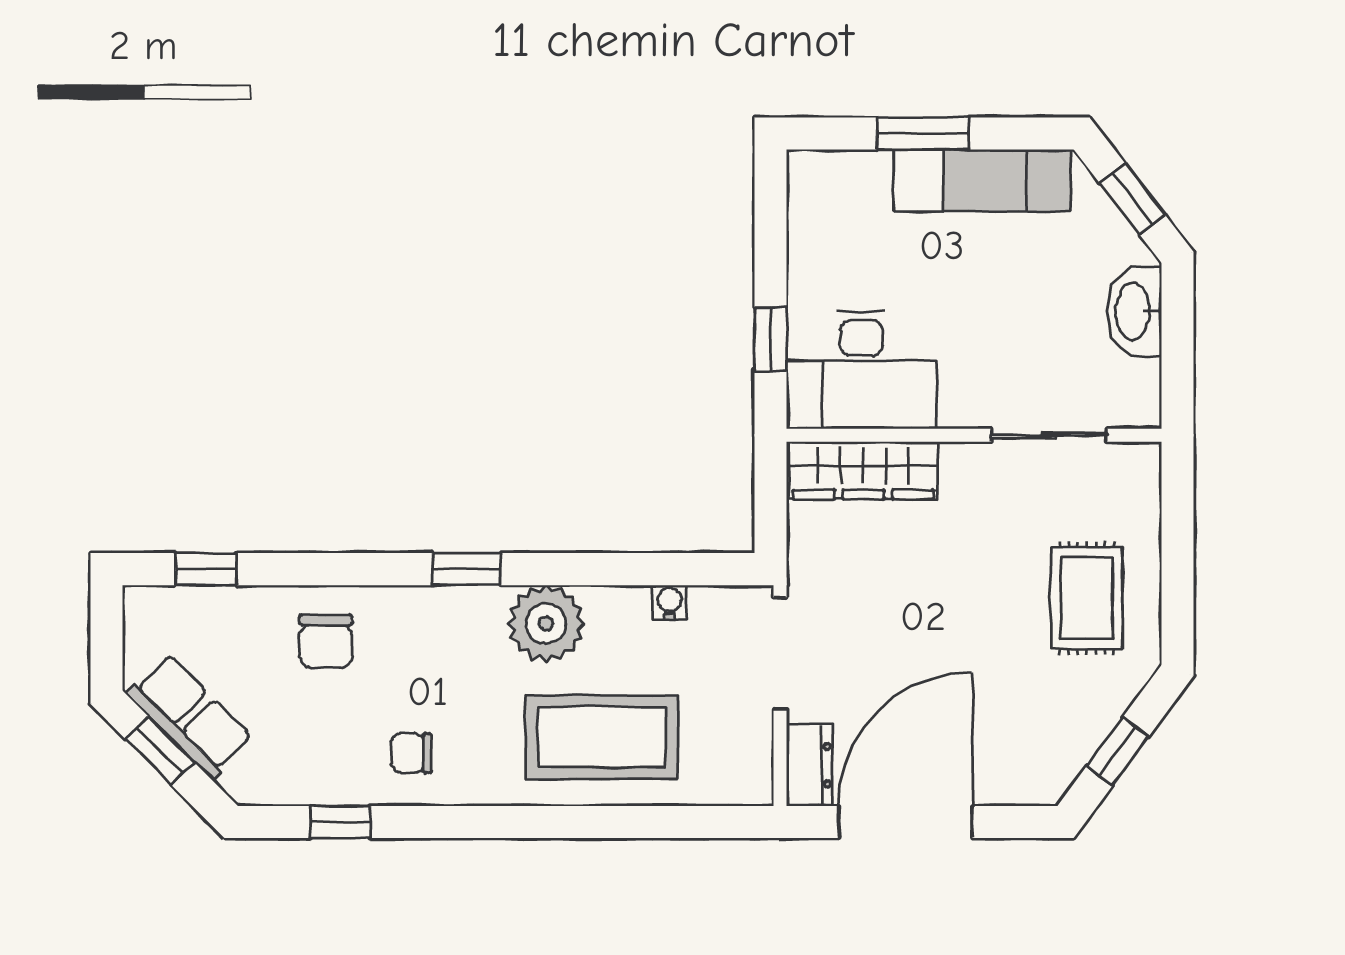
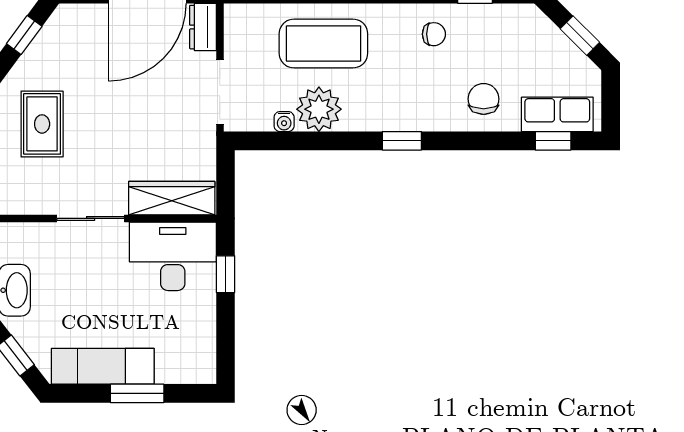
sliding door: (1049, 435) -> (91, 218), moved
plant: (546, 624) -> (319, 109), moved
row of seats: (190, 716) -> (557, 114), moved, turned 135

